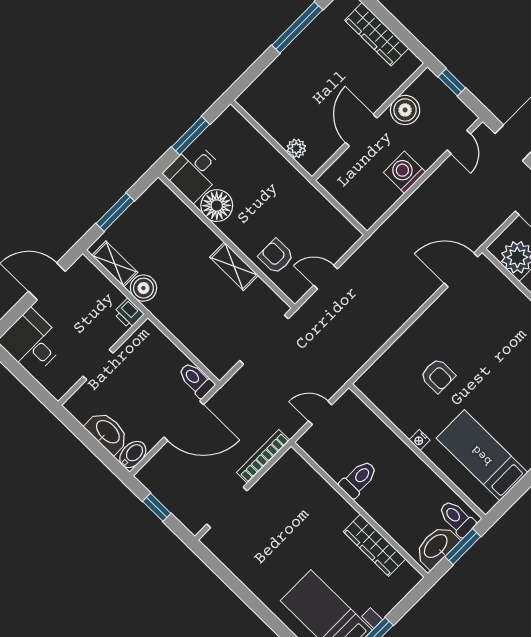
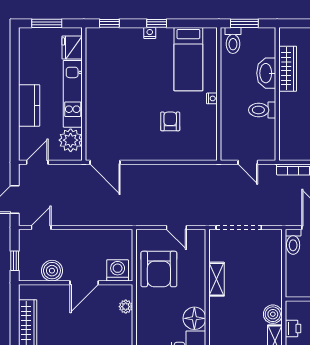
washing machine: (405, 172) -> (118, 270), moved, turned 180
armchair: (276, 256) -> (159, 269), moved, width x1.88, depth x1.88
printer: (129, 313) -> (293, 328), moved
washbasin: (436, 547) -> (266, 73), moved, turned 90

